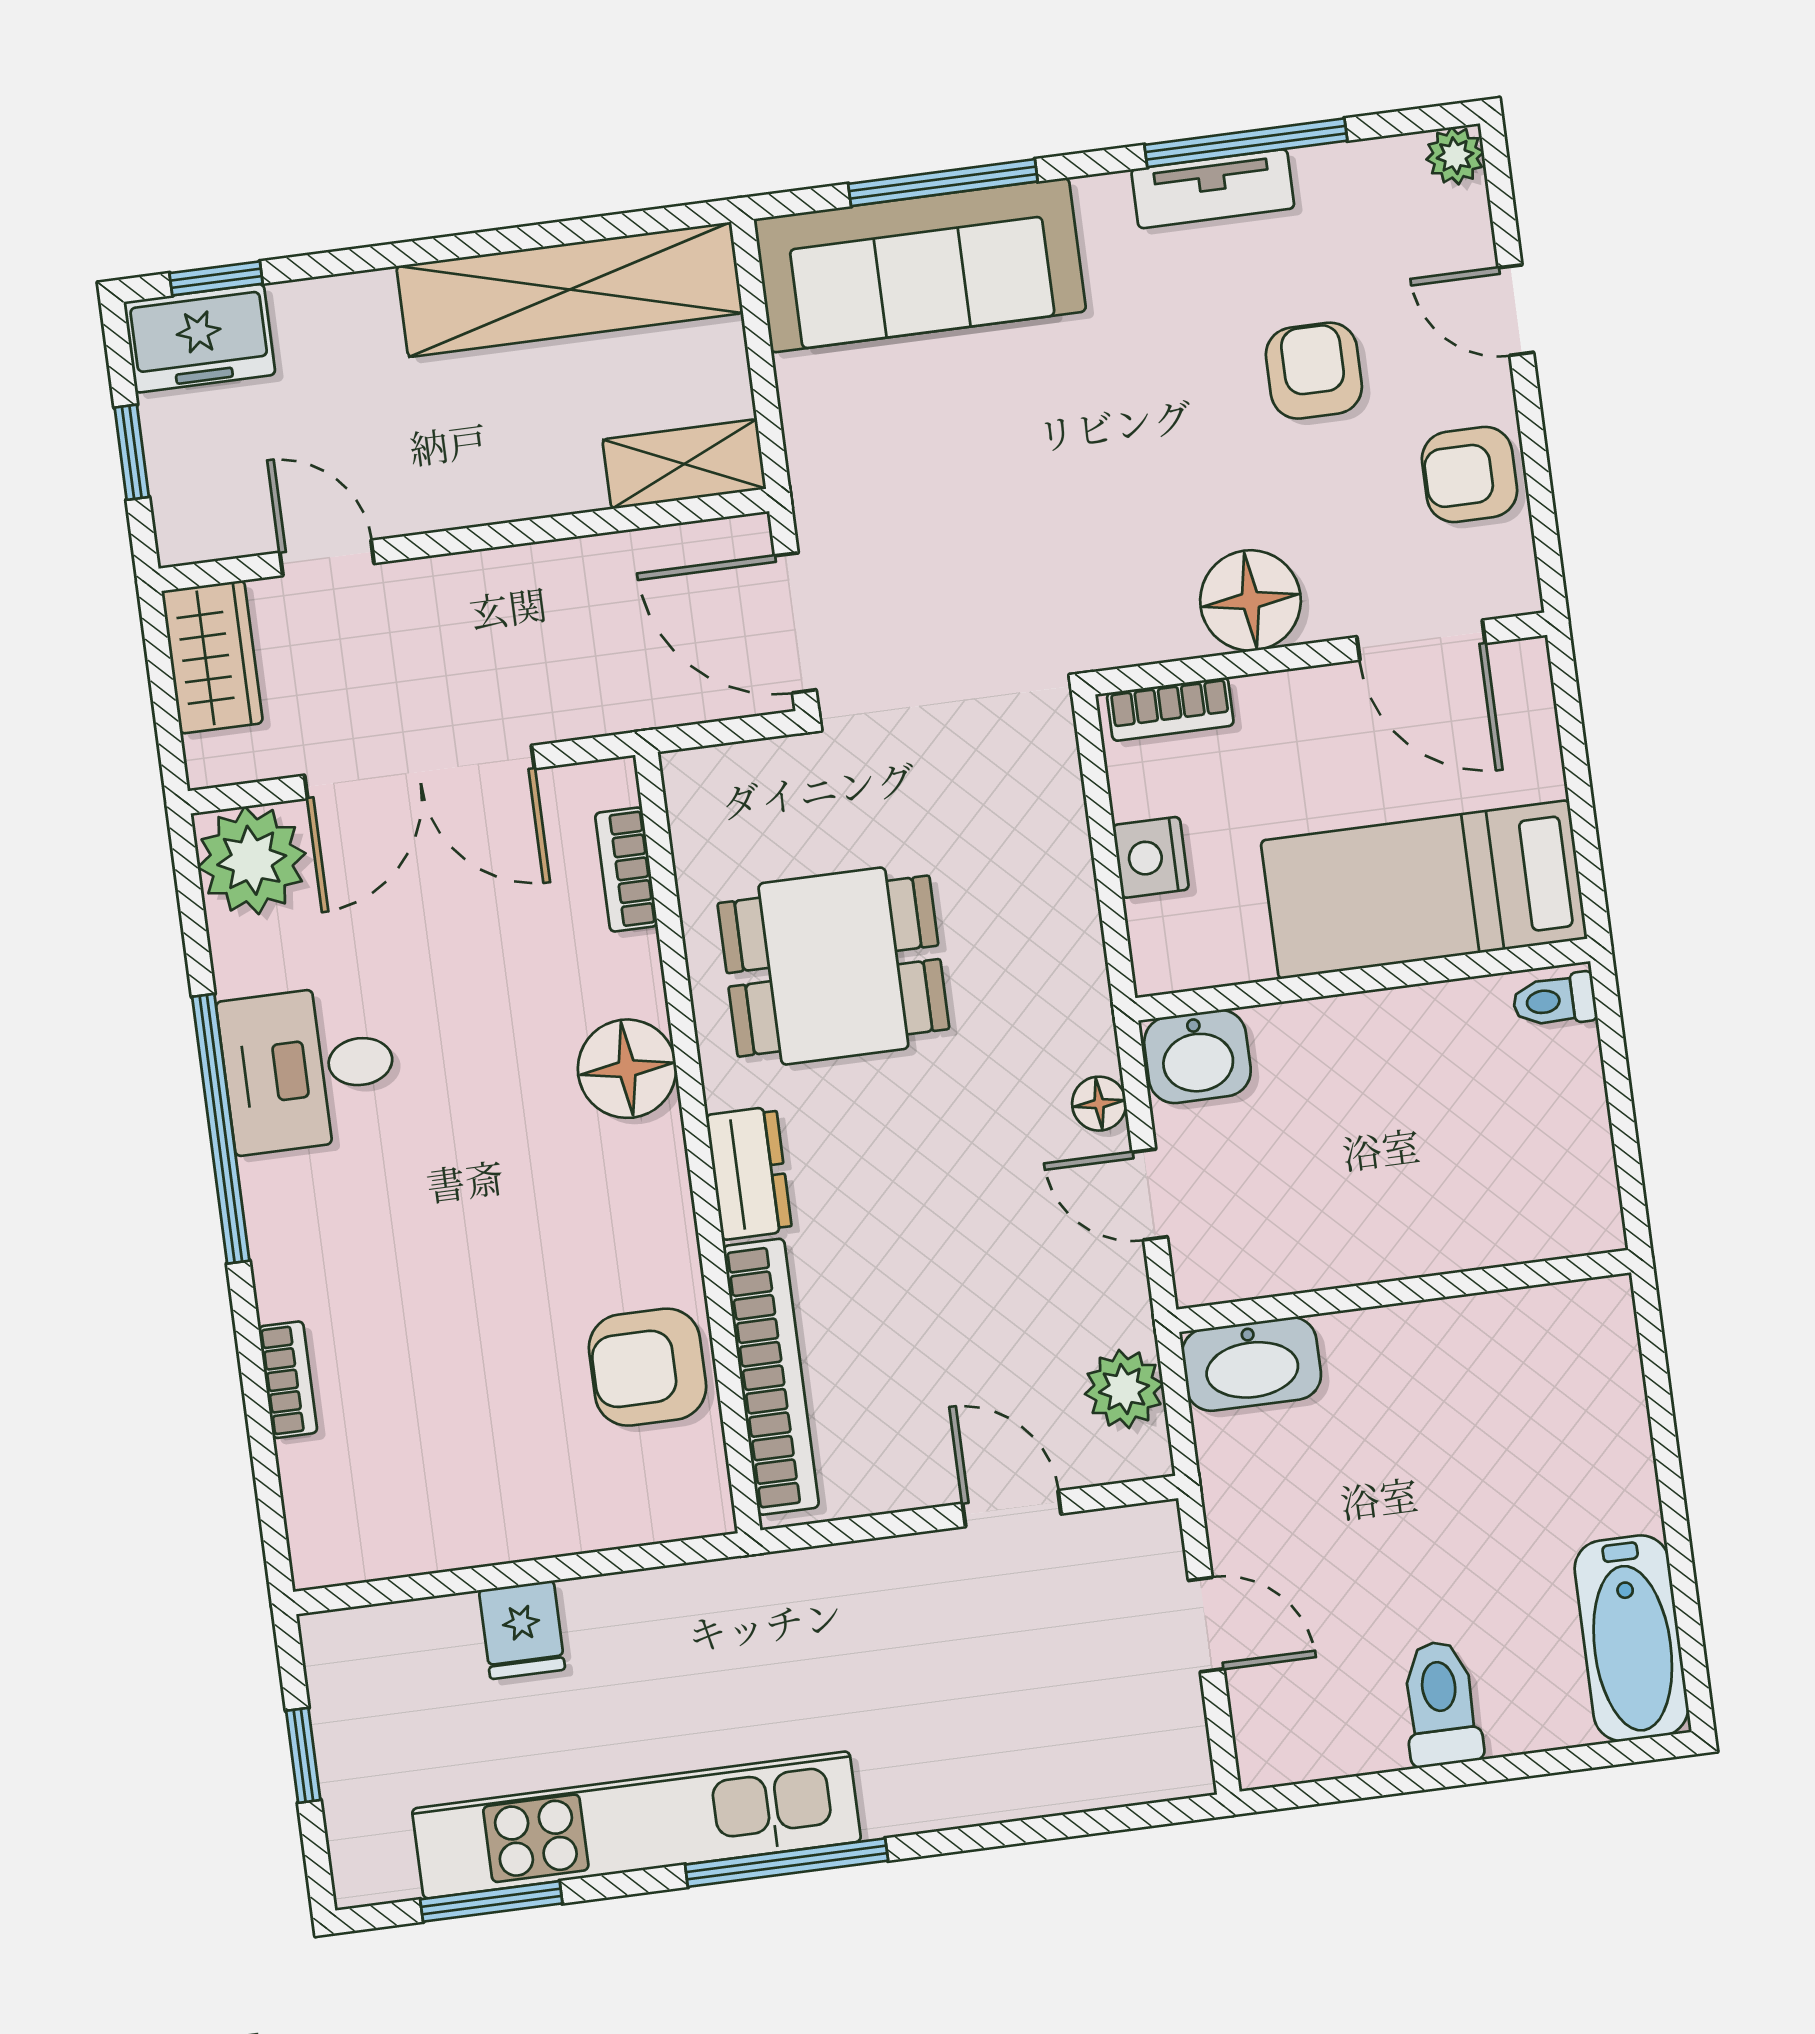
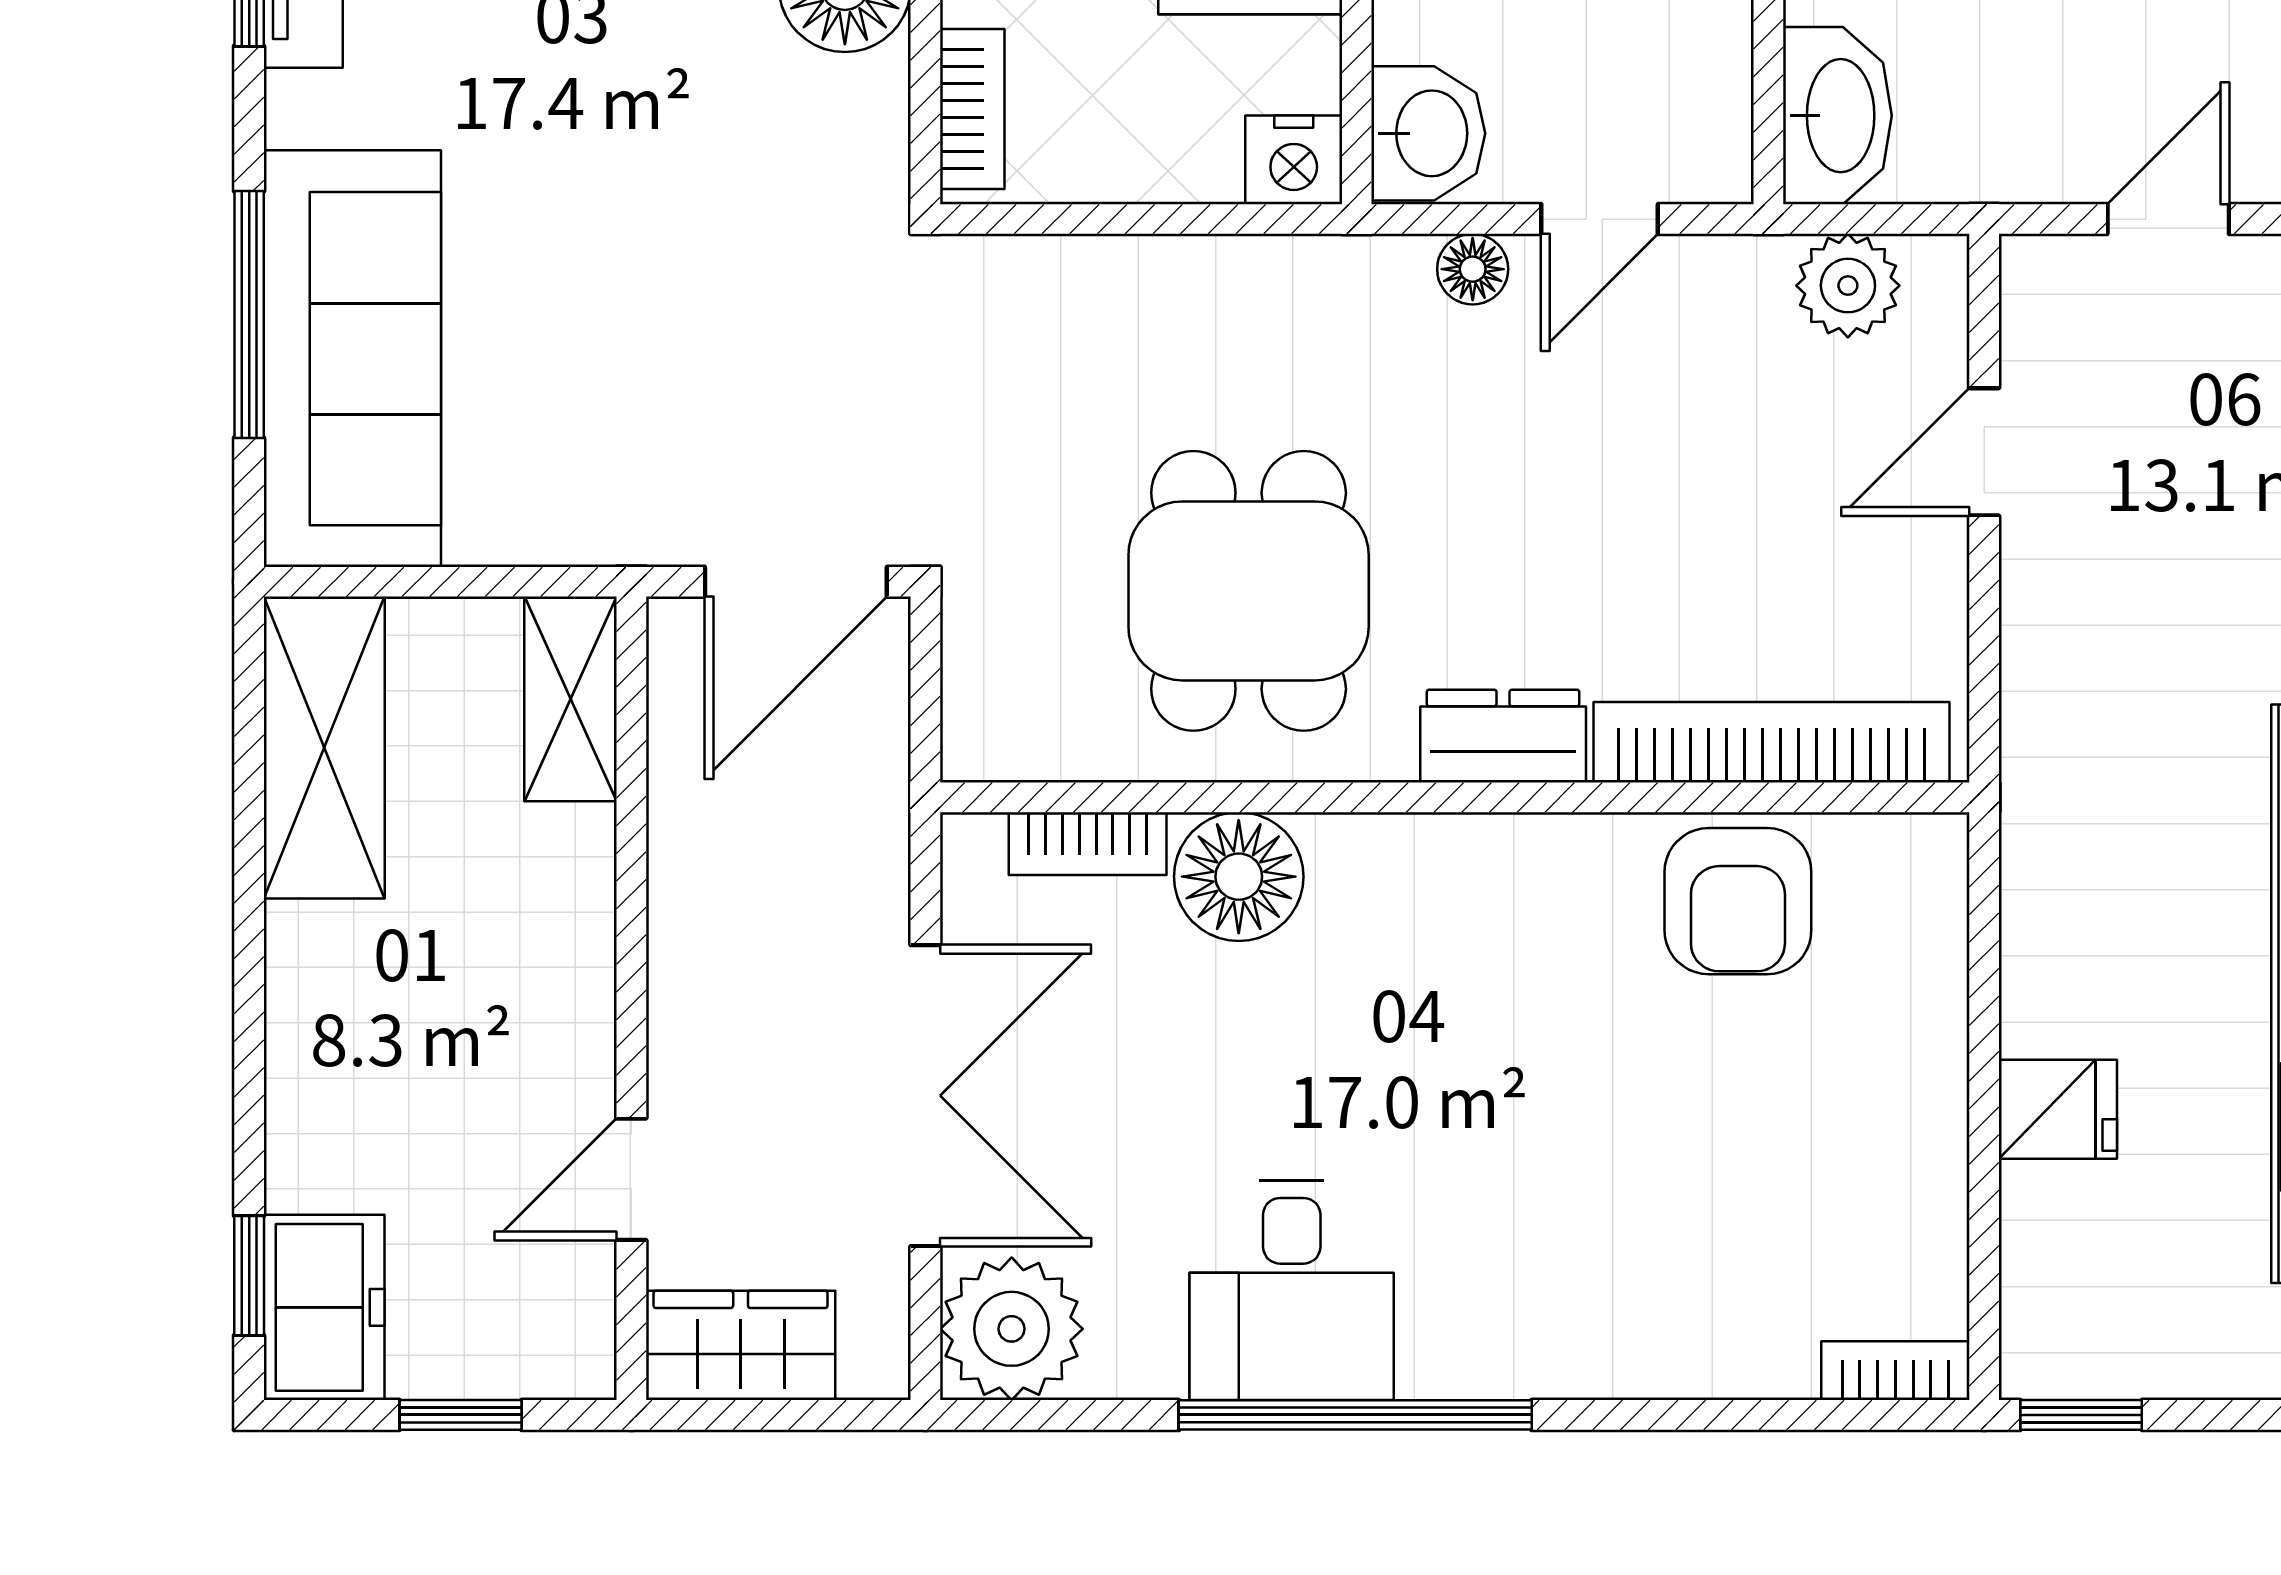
shelving: (570, 290) -> (324, 747), width x0.68
nightstand: (1151, 857) -> (1294, 160), moved
floor lamp: (627, 1069) -> (1239, 877), moved
bookcase: (288, 1380) -> (1895, 1371), moved
window: (303, 1755) -> (2081, 1415), moved

